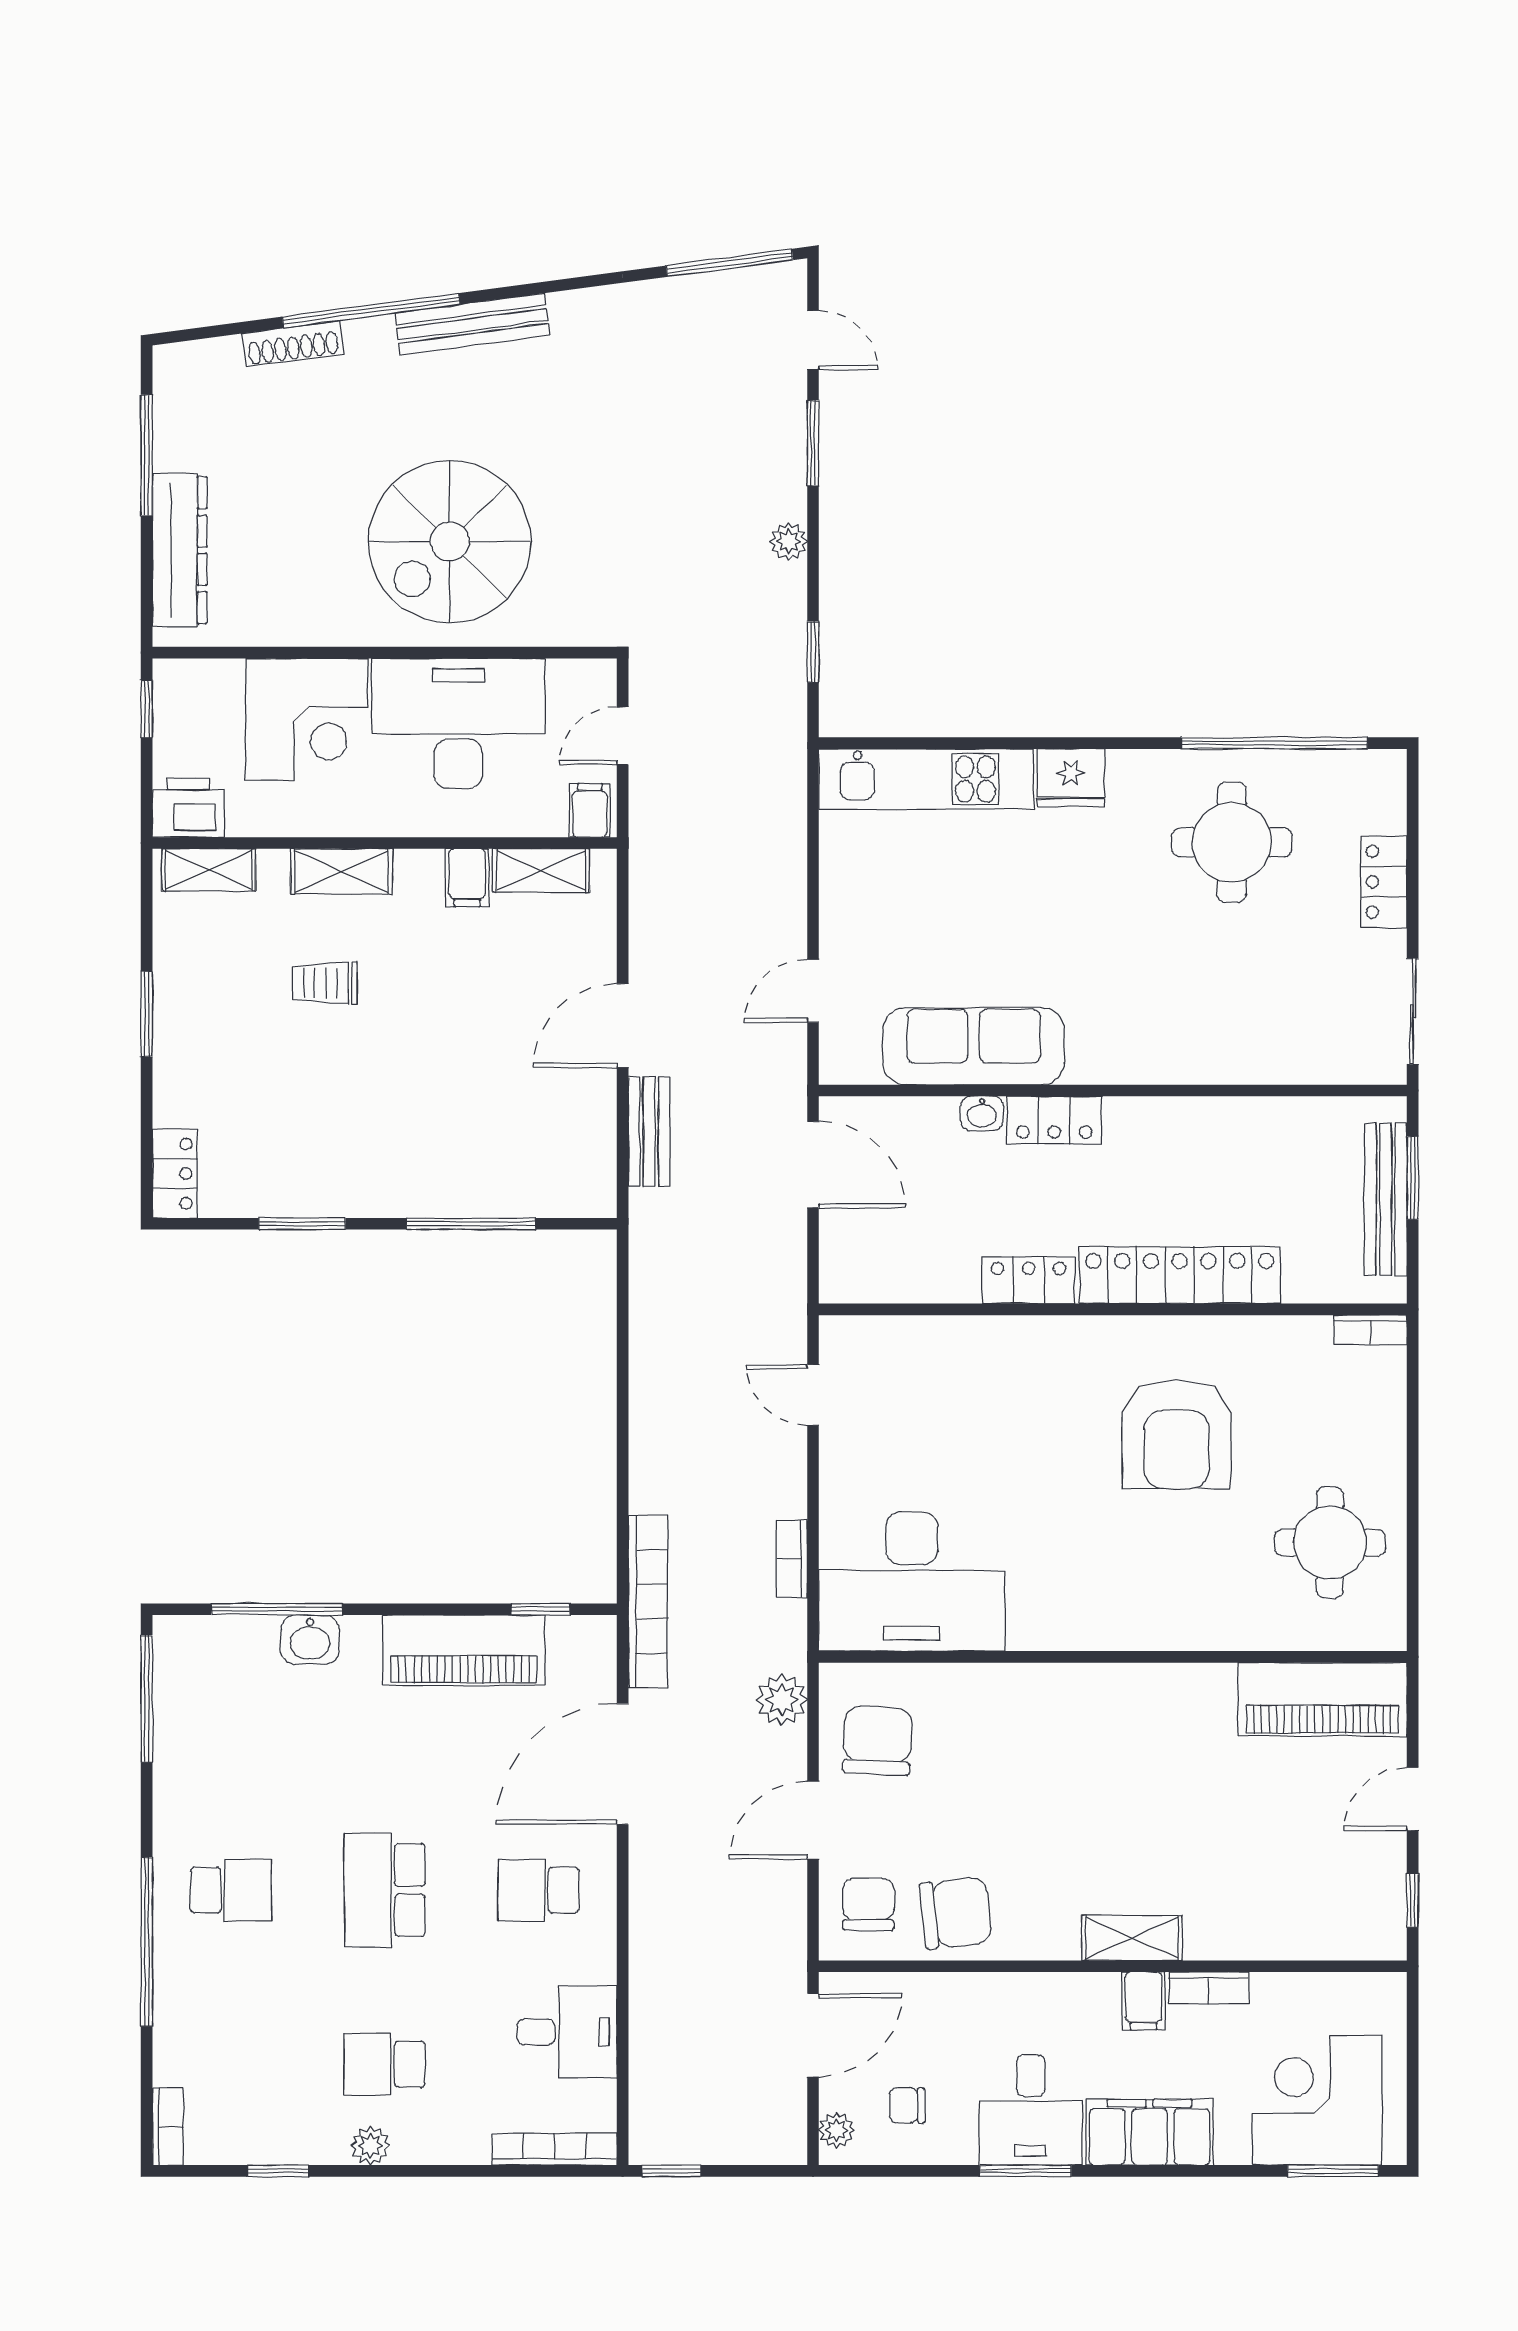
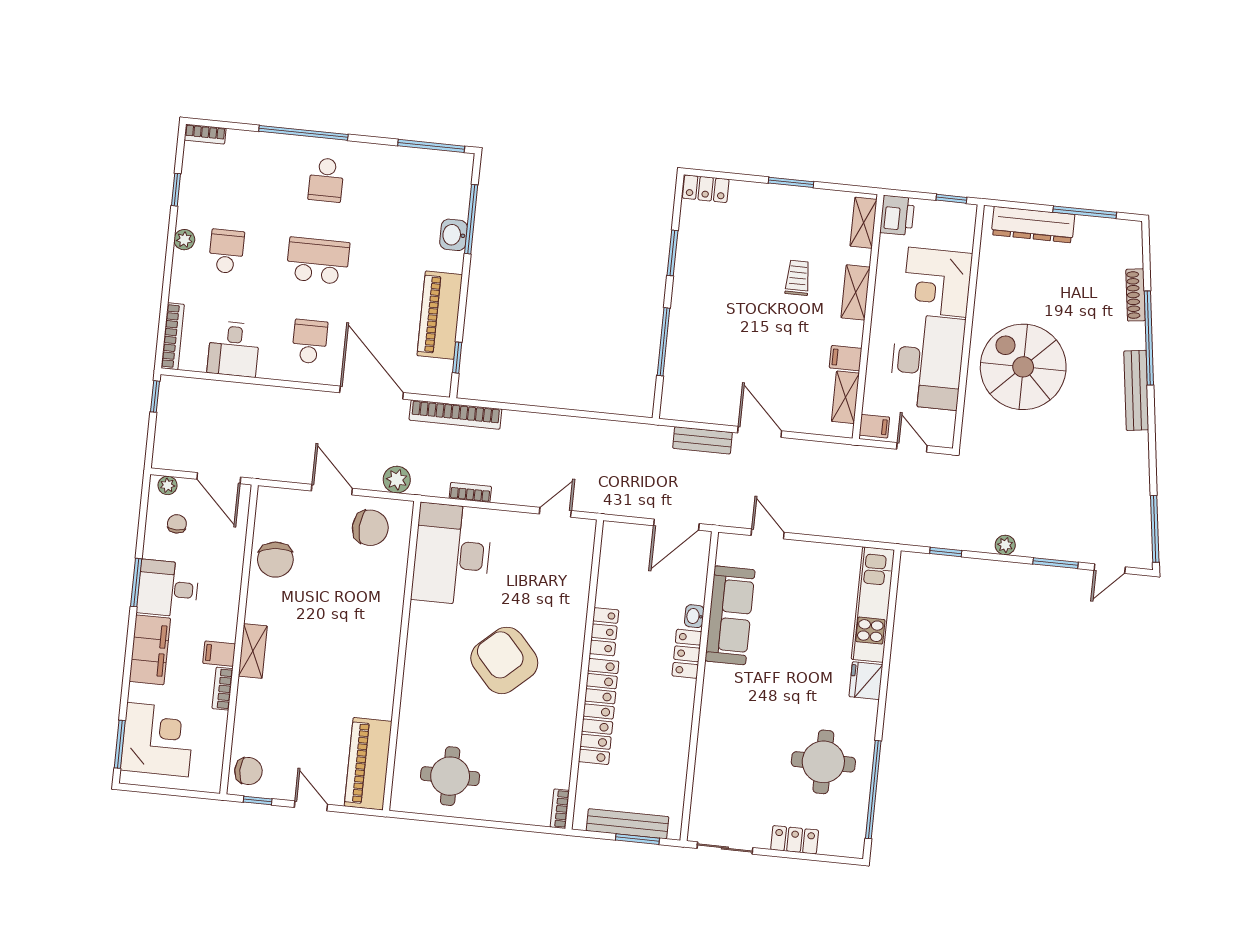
armchair: (1177, 1434) -> (504, 660), moved, turned 48
chair: (868, 1904) -> (248, 771), moved

